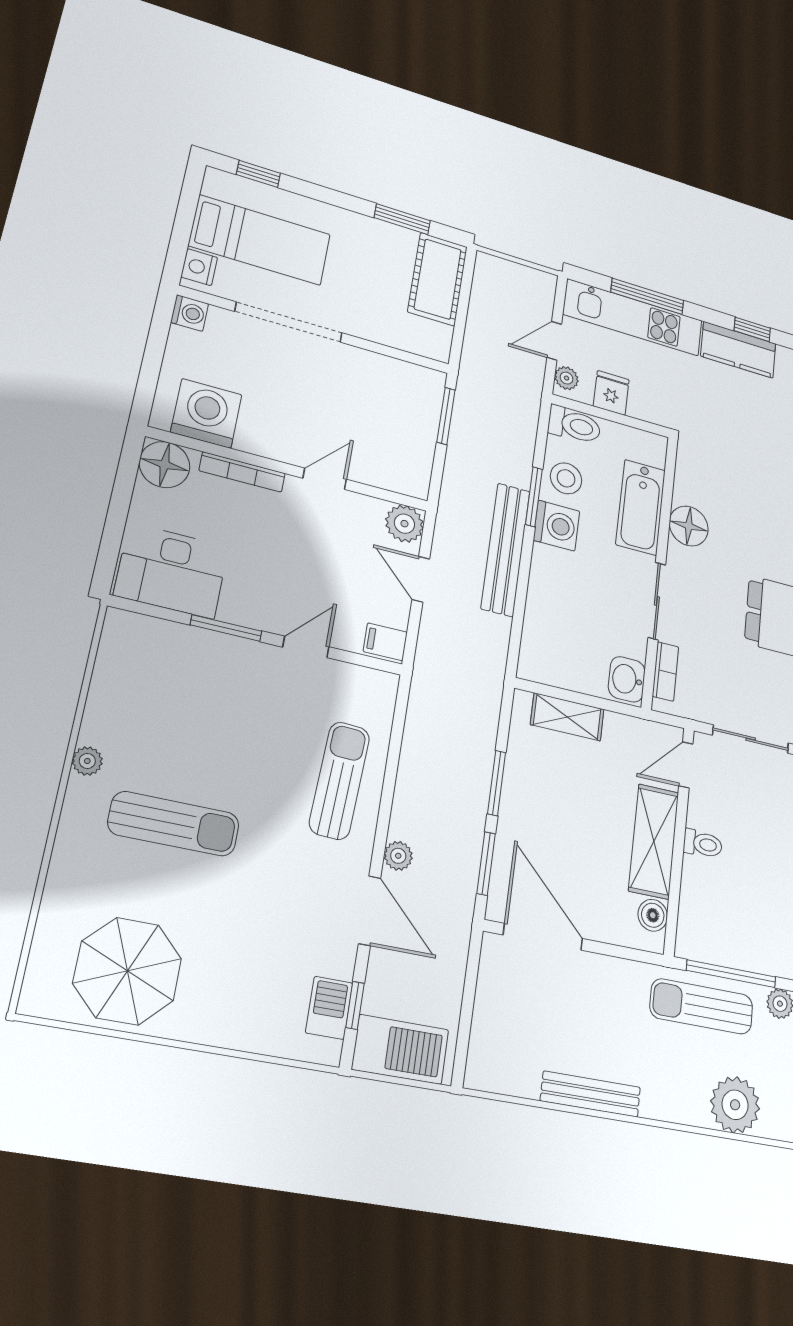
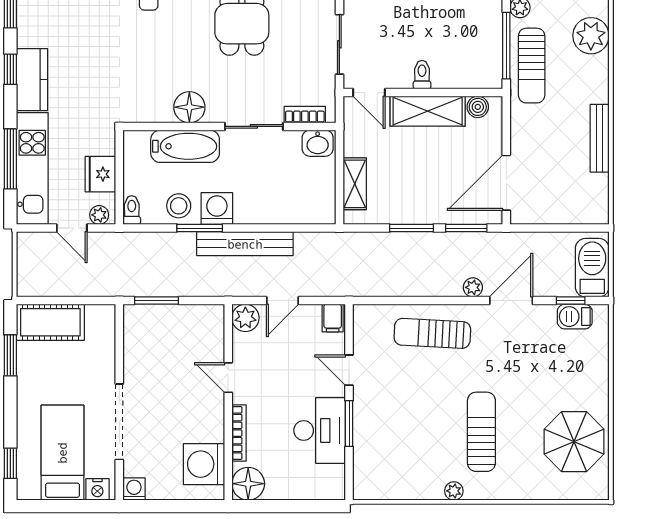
fridge: (611, 393) -> (100, 174), width x1.38
toilet: (574, 425) -> (132, 210), width x0.73, depth x0.72
desk: (172, 571) -> (320, 431), moved

